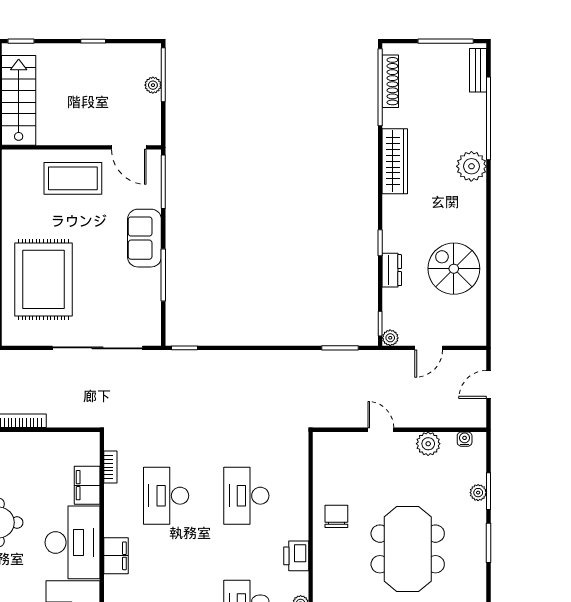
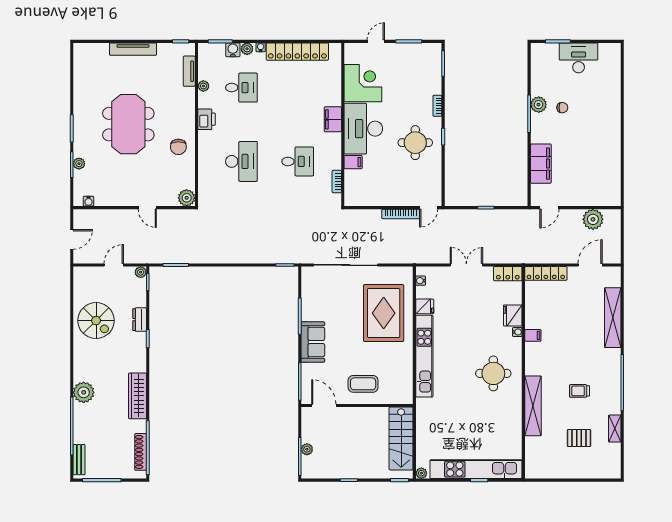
coffee table: (73, 178) -> (363, 384), width x0.73, depth x0.76
plant: (428, 444) -> (187, 198), moved
filing cabinet: (87, 485) -> (353, 162), width x0.50
desk: (166, 496) -> (298, 161), width x0.73

